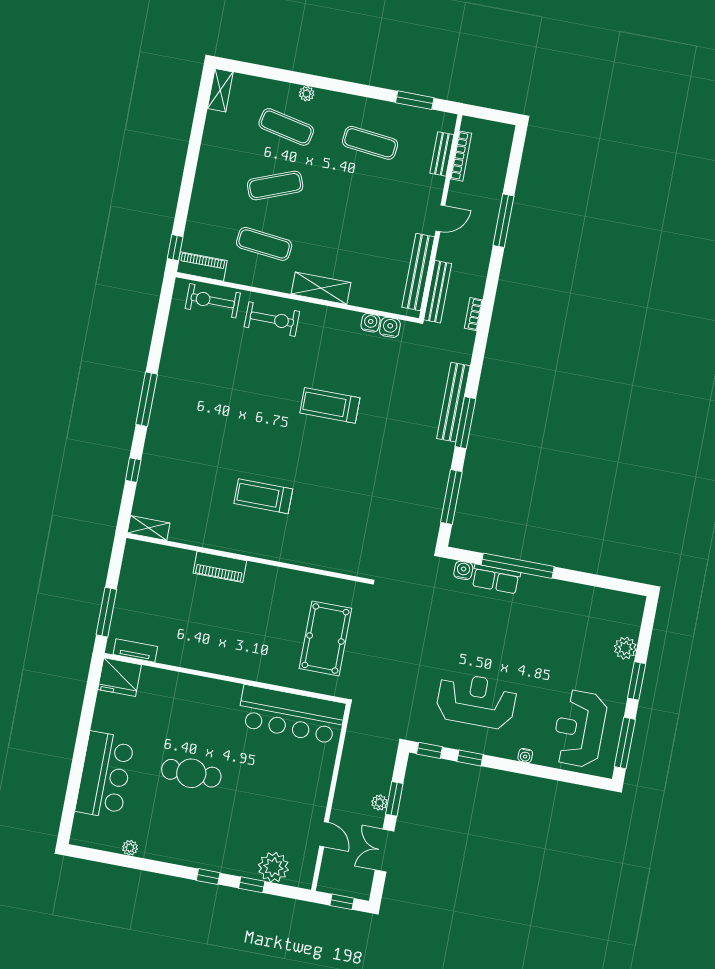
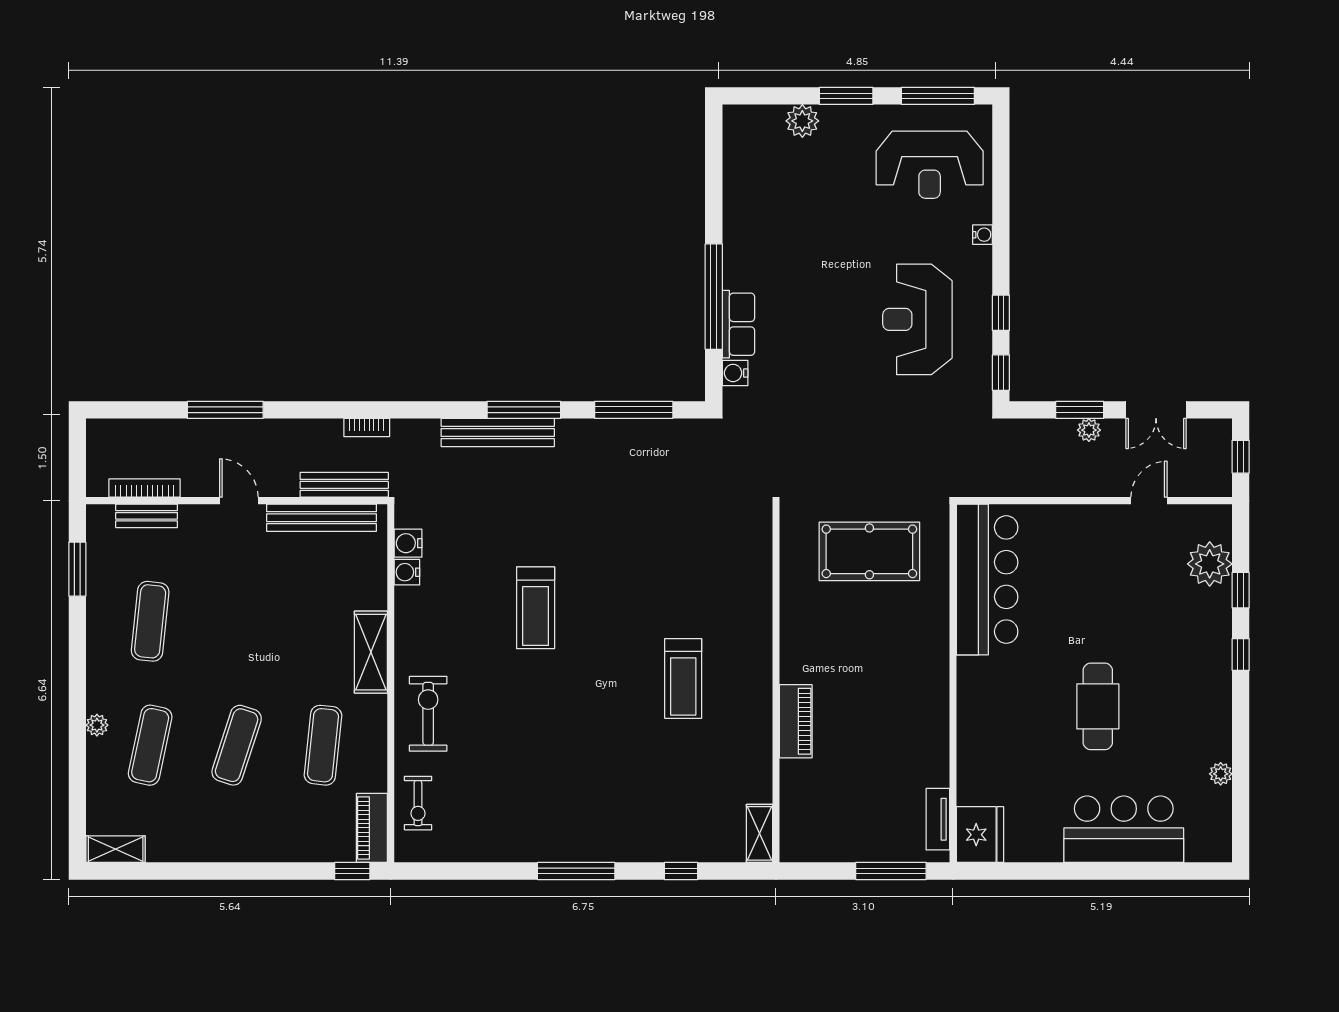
exercise mat: (275, 185) -> (237, 745), turned 39
exercise bike: (213, 301) -> (418, 803), width x0.73, depth x0.72

